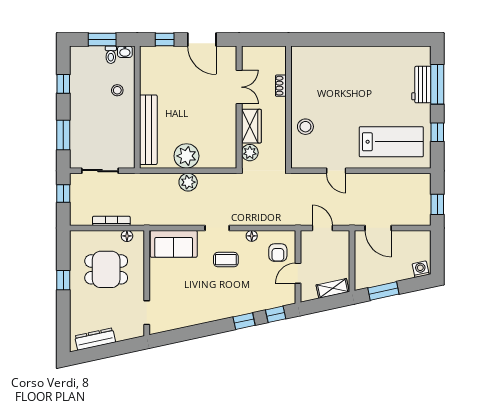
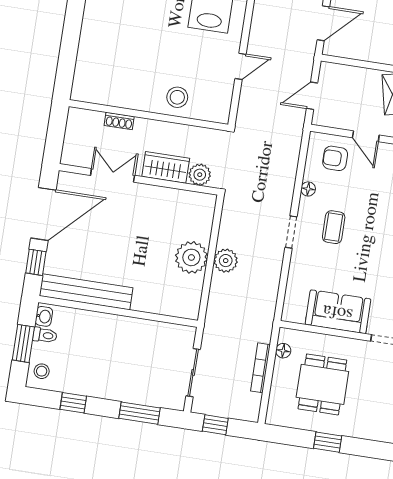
door: (202, 39) -> (43, 214), width x1.36
stool: (117, 90) -> (42, 371), moved
bench: (148, 130) -> (86, 292), moved
sofa: (174, 244) -> (338, 312), moved, turned -90
armchair: (278, 253) -> (335, 158), turned 180

